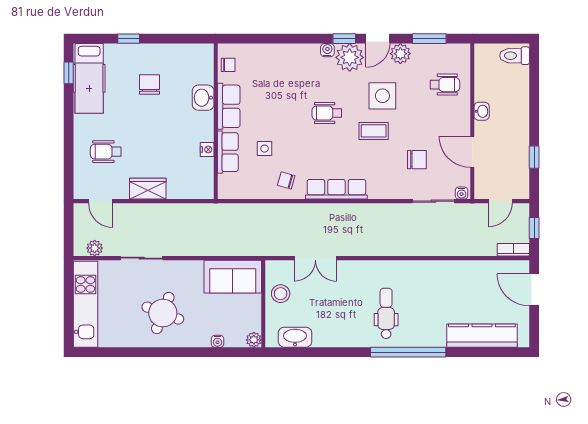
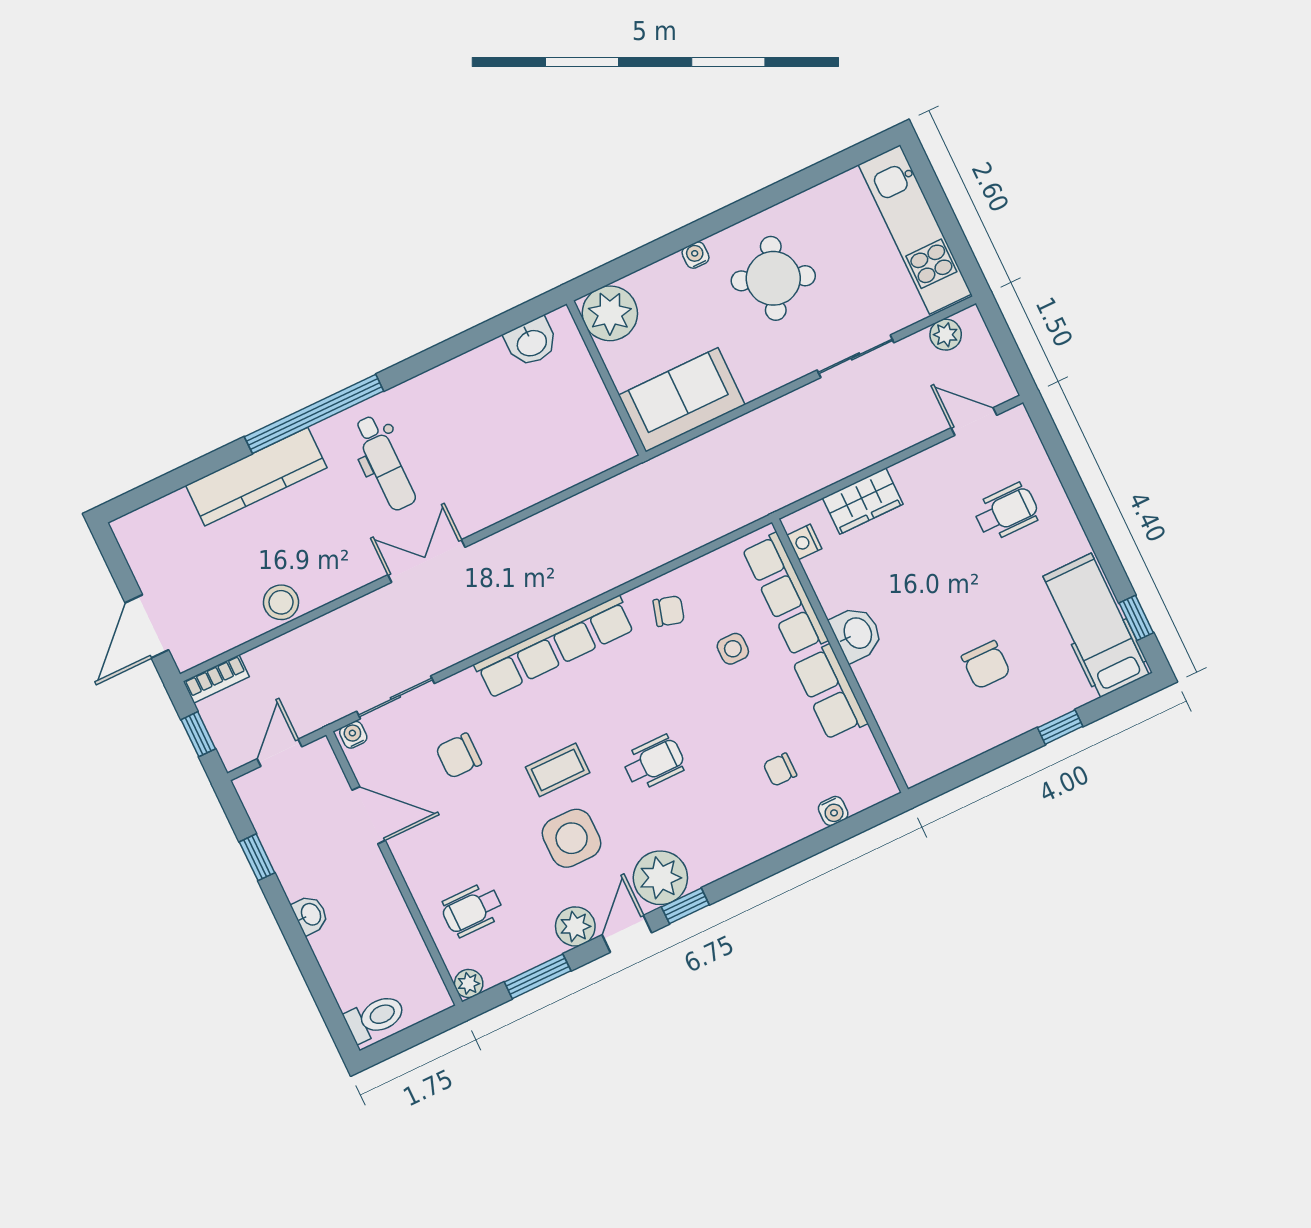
water cooler: (327, 50) -> (833, 811), moved
plant: (463, 51) -> (469, 983), added
chair: (228, 65) -> (780, 770), moved
washbasin: (203, 98) -> (857, 634), moved
washbasin: (482, 111) -> (310, 915), moved, turned 180
nightstand: (207, 149) -> (804, 542), moved
row of seats: (228, 152) -> (785, 594), width x1.48
wardrobe: (148, 189) -> (863, 501), moved
row of seats: (336, 189) -> (555, 647), width x1.36
double door: (315, 258) -> (426, 561), moved
door: (534, 290) -> (147, 626), swing flipped
stool: (281, 294) -> (281, 602), moved
kitchen counter: (482, 336) -> (256, 477), moved
washbasin: (295, 337) -> (531, 342), width x0.72
plant: (254, 340) -> (610, 313), width x1.88, depth x1.88
water cooler: (217, 341) -> (696, 255), moved

